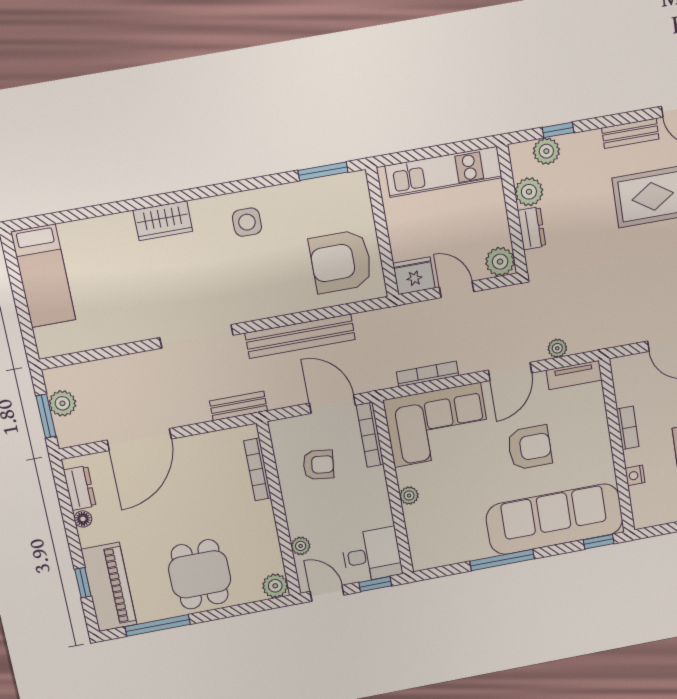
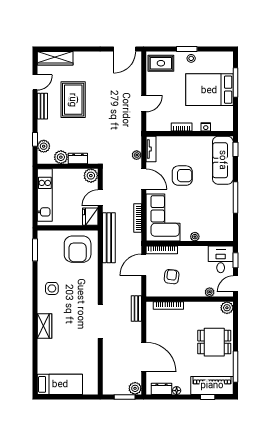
bench: (300, 336) -> (109, 238), moved
plant: (62, 403) -> (135, 388), moved
armchair: (530, 447) -> (182, 176), turned 90
sofa: (555, 519) -> (223, 160), width x0.74, depth x0.79

